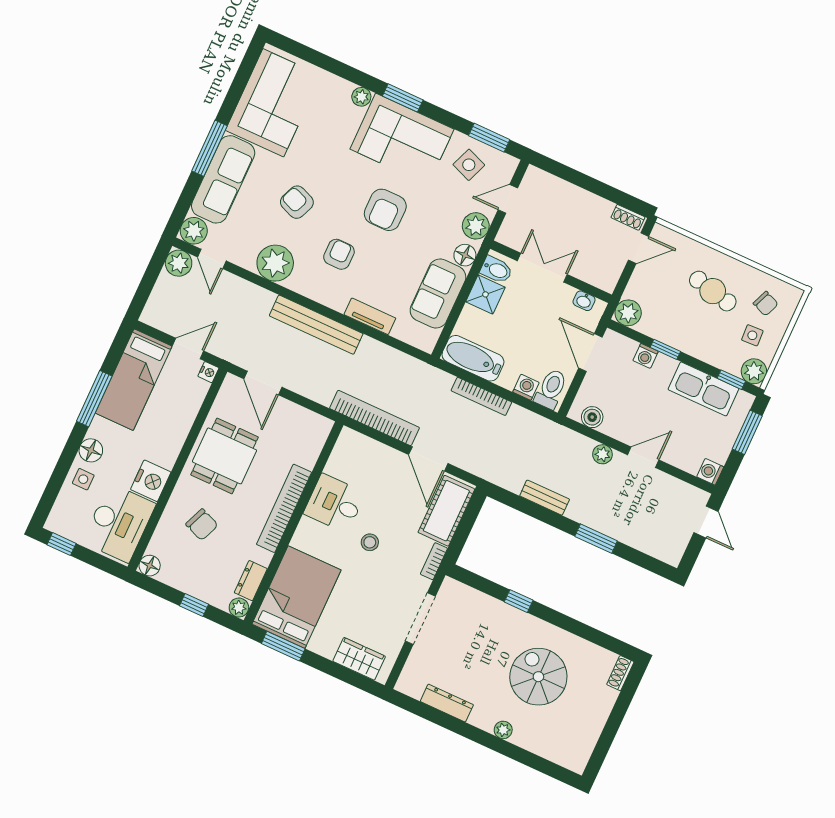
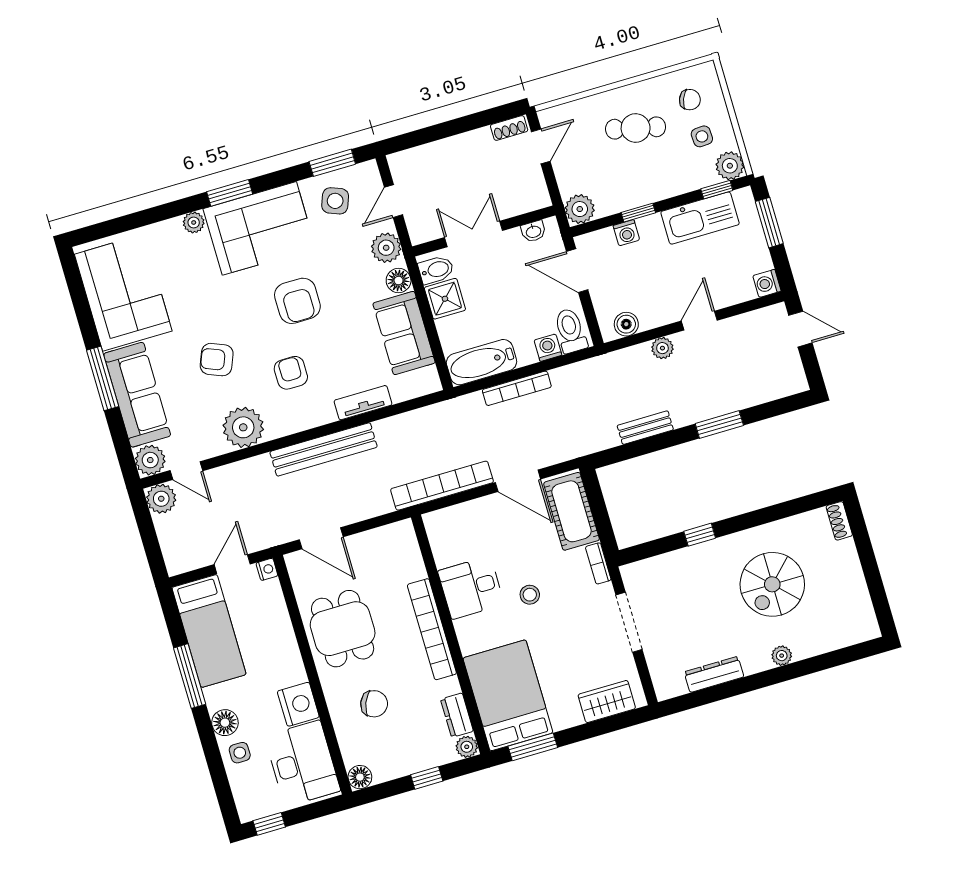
spiral stairs: (538, 677) -> (772, 584), turned -90

